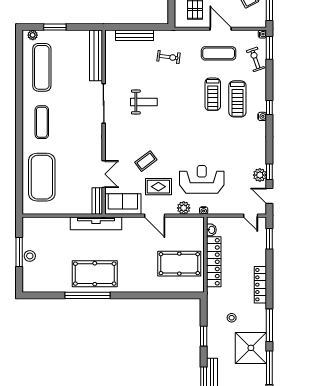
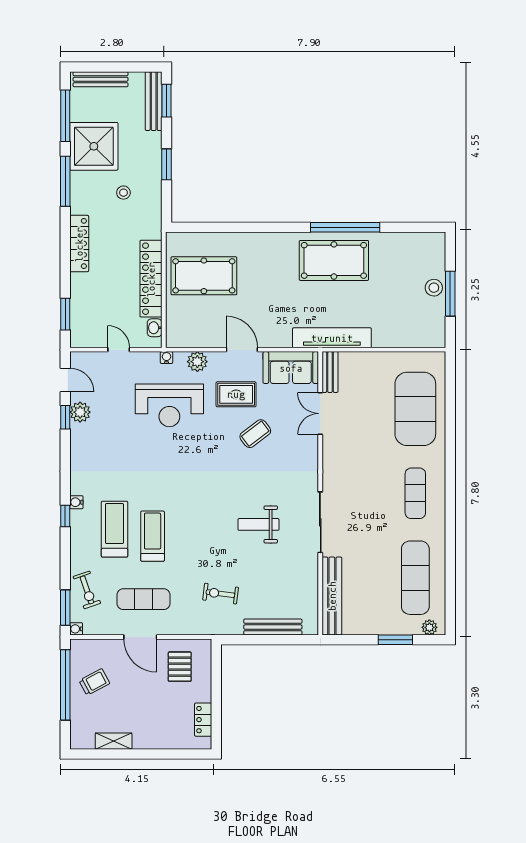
door: (251, 216) -> (119, 350), moved

